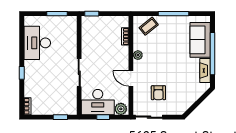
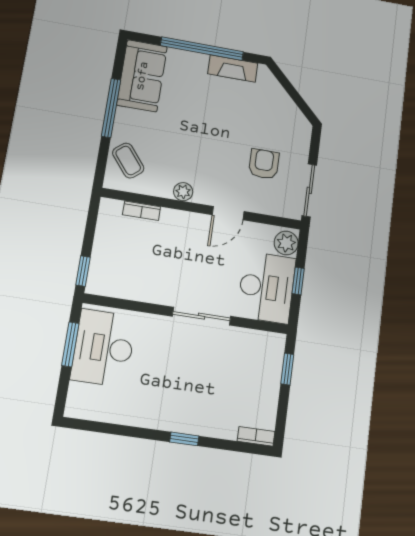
sofa: (200, 40) -> (142, 76), moved, turned -90
desk: (37, 43) -> (103, 348), moved, turned 90
armchair: (158, 93) -> (264, 164), turned -90

